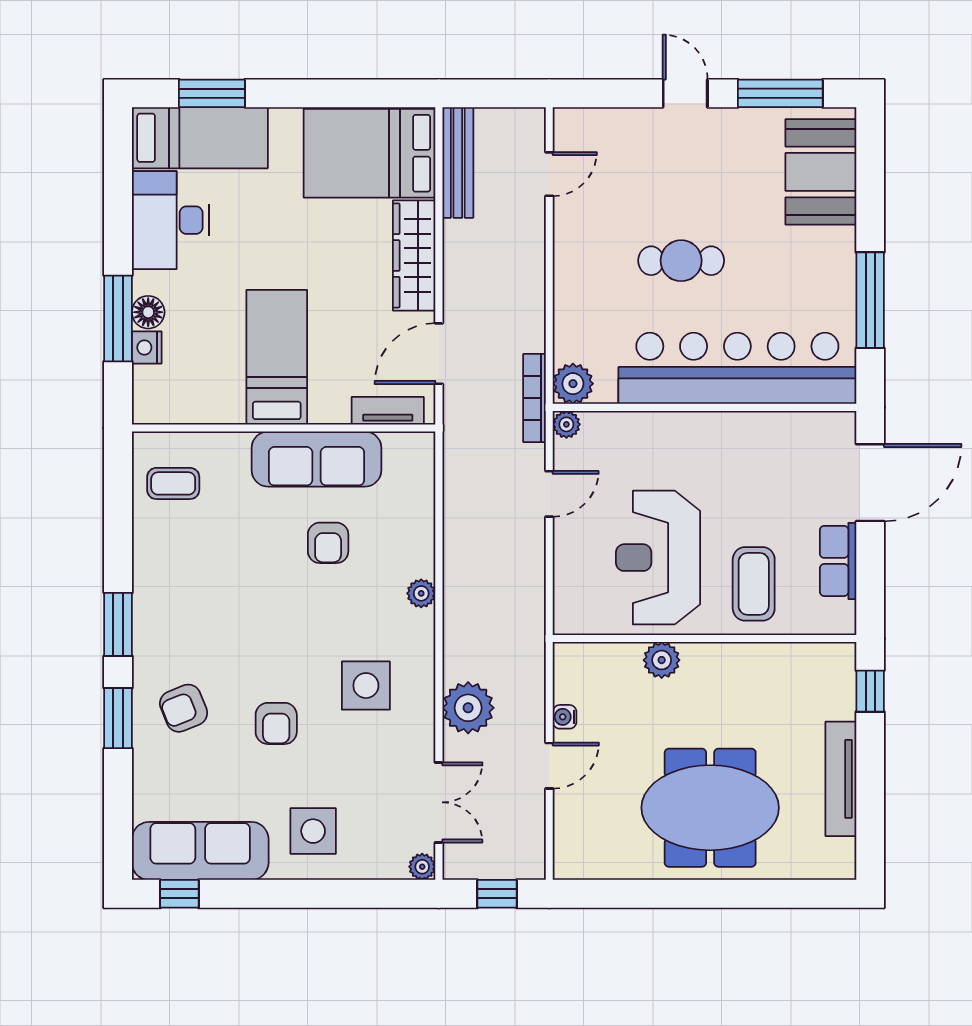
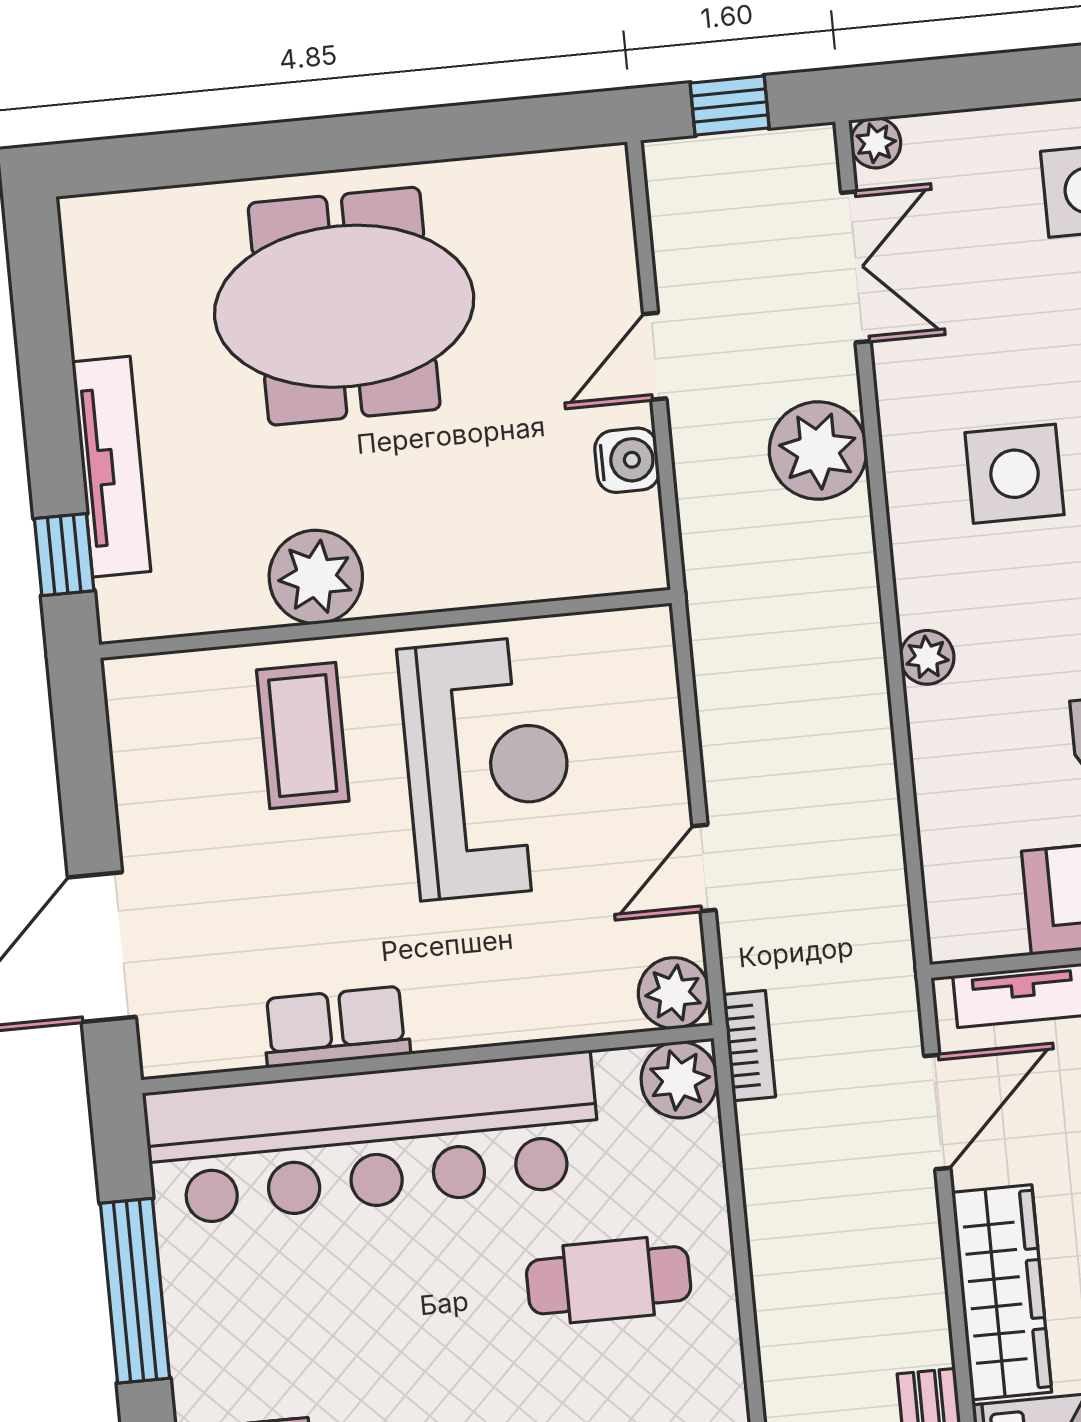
cafe table: (681, 261) -> (609, 1280), moved
bookcase: (535, 398) -> (749, 1046), width x0.64
plant: (566, 424) -> (674, 993), width x1.38, depth x1.38
row of seats: (838, 561) -> (336, 1027), moved, turned -90
plant: (662, 660) -> (316, 577), moved, width x1.36, depth x1.36
water cooler: (565, 717) -> (627, 460), width x1.38, depth x1.38
tv unit: (841, 779) -> (111, 467), moved
double door: (439, 802) -> (856, 267), swing flipped

